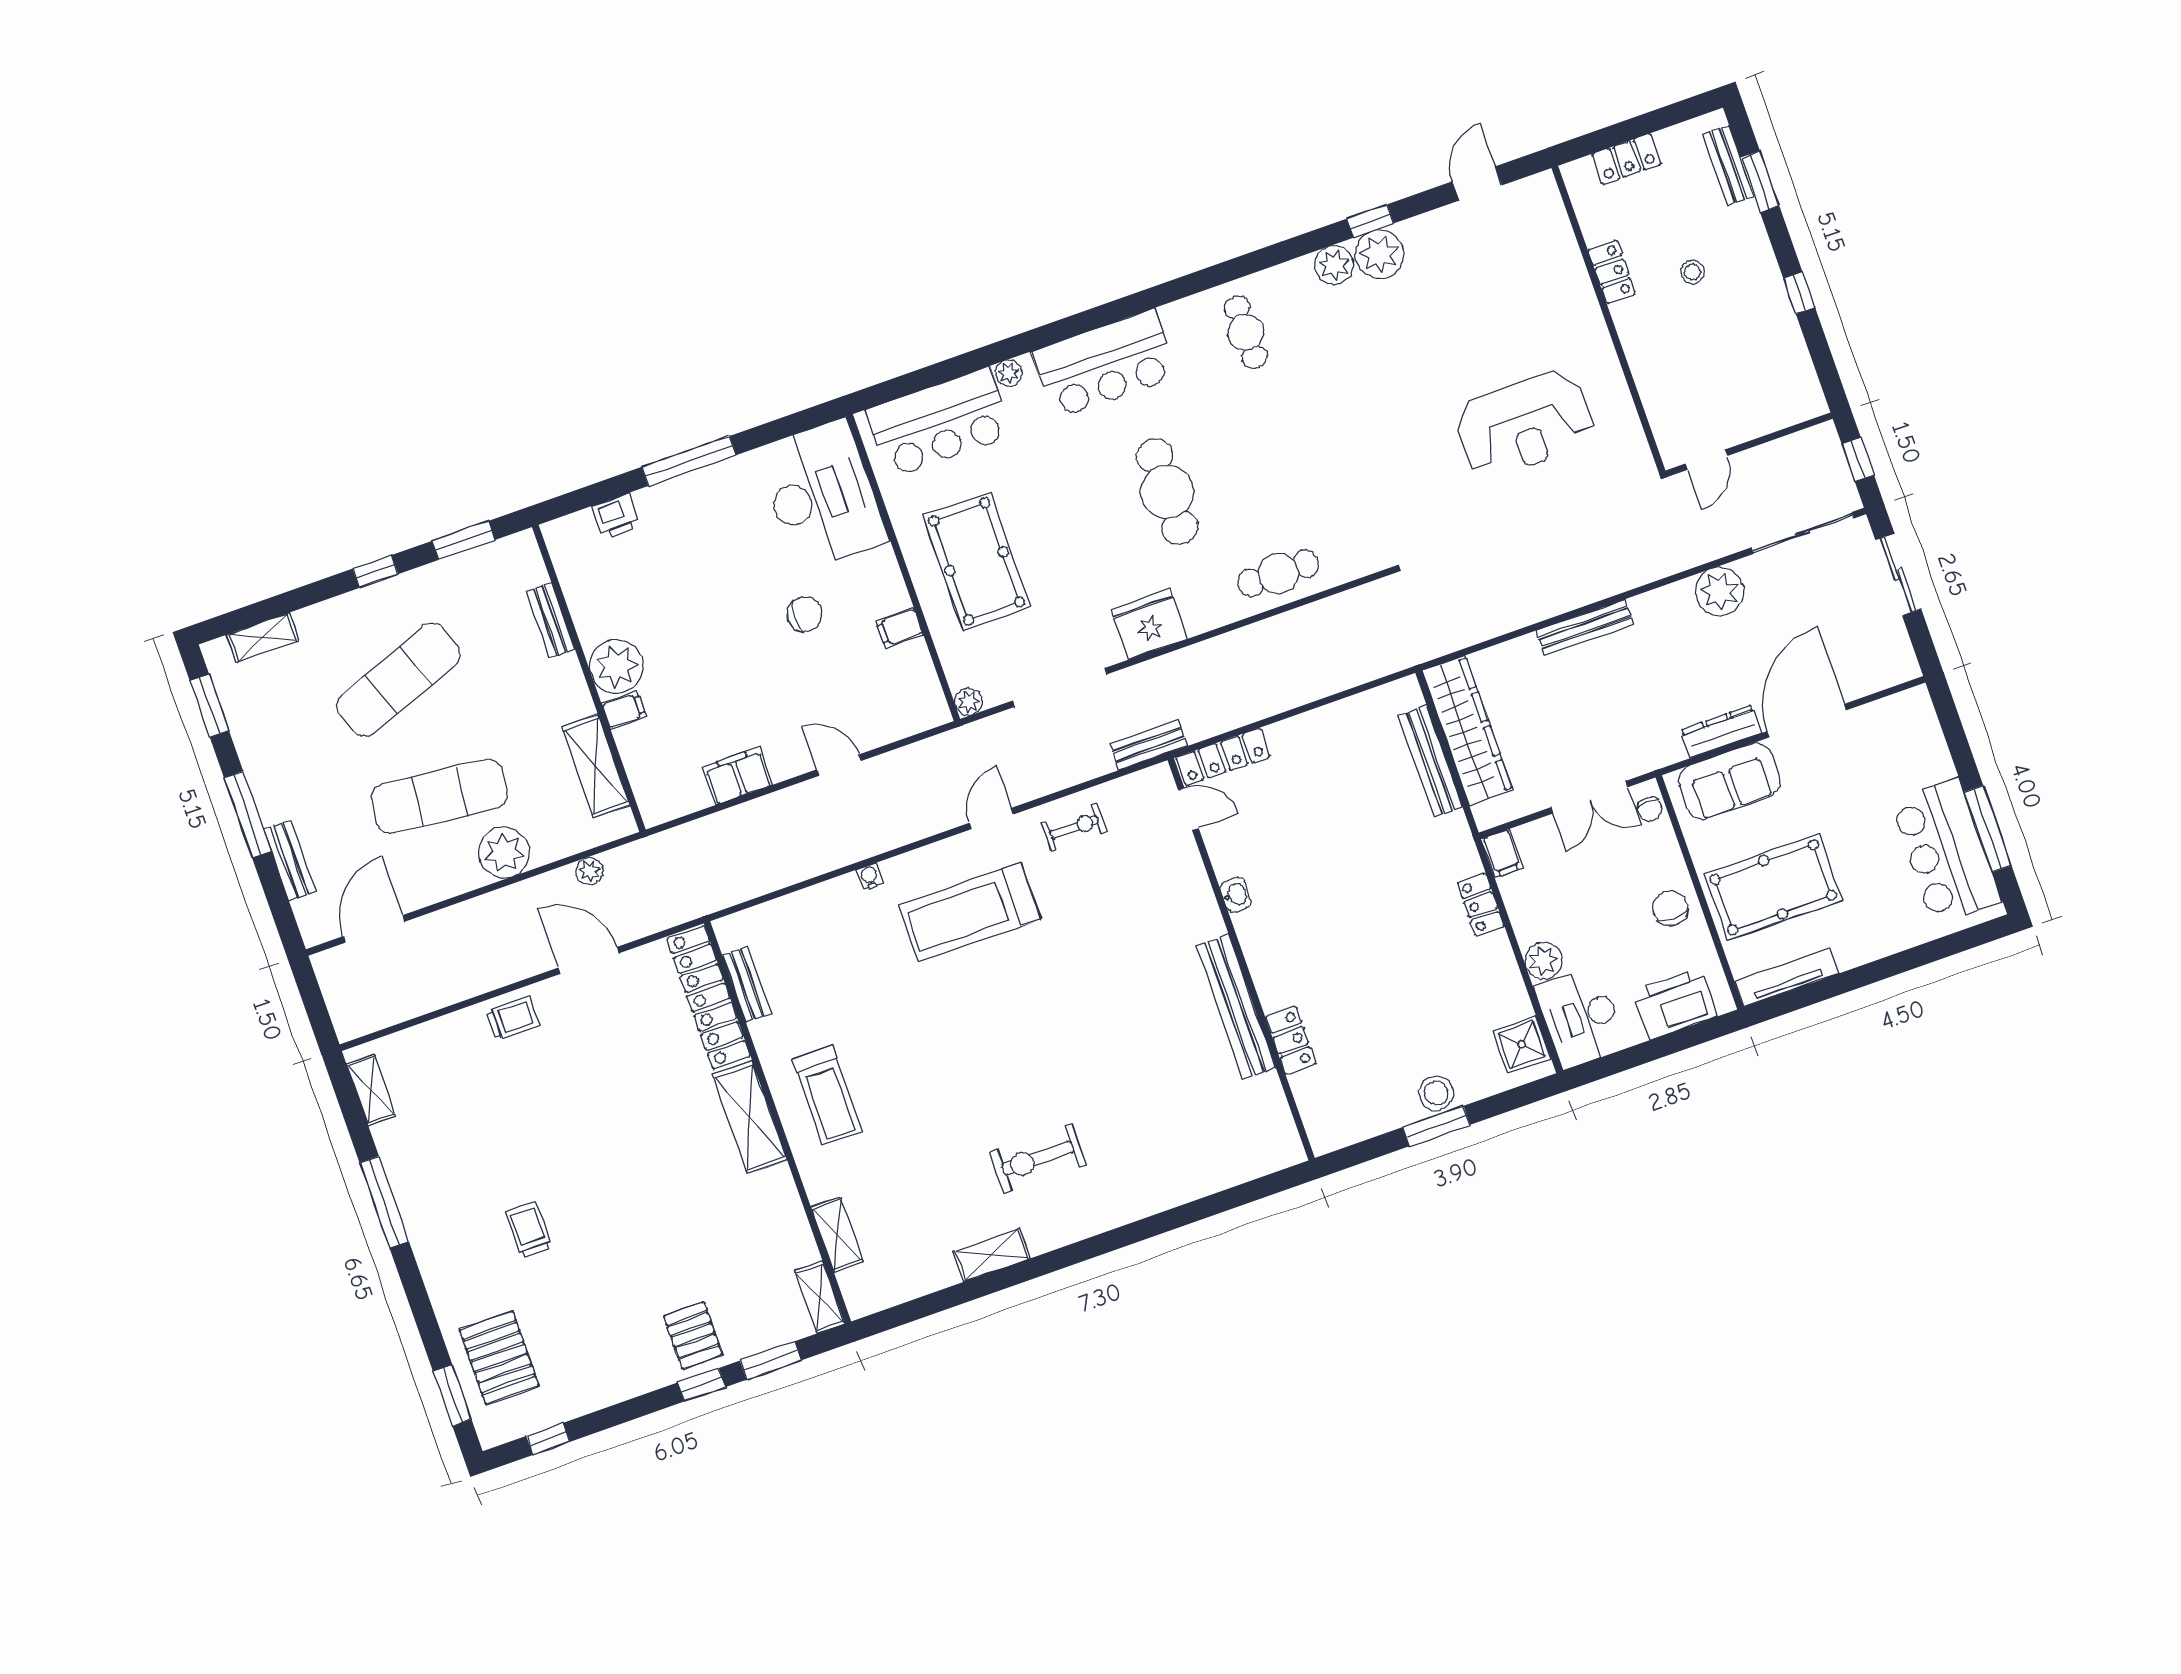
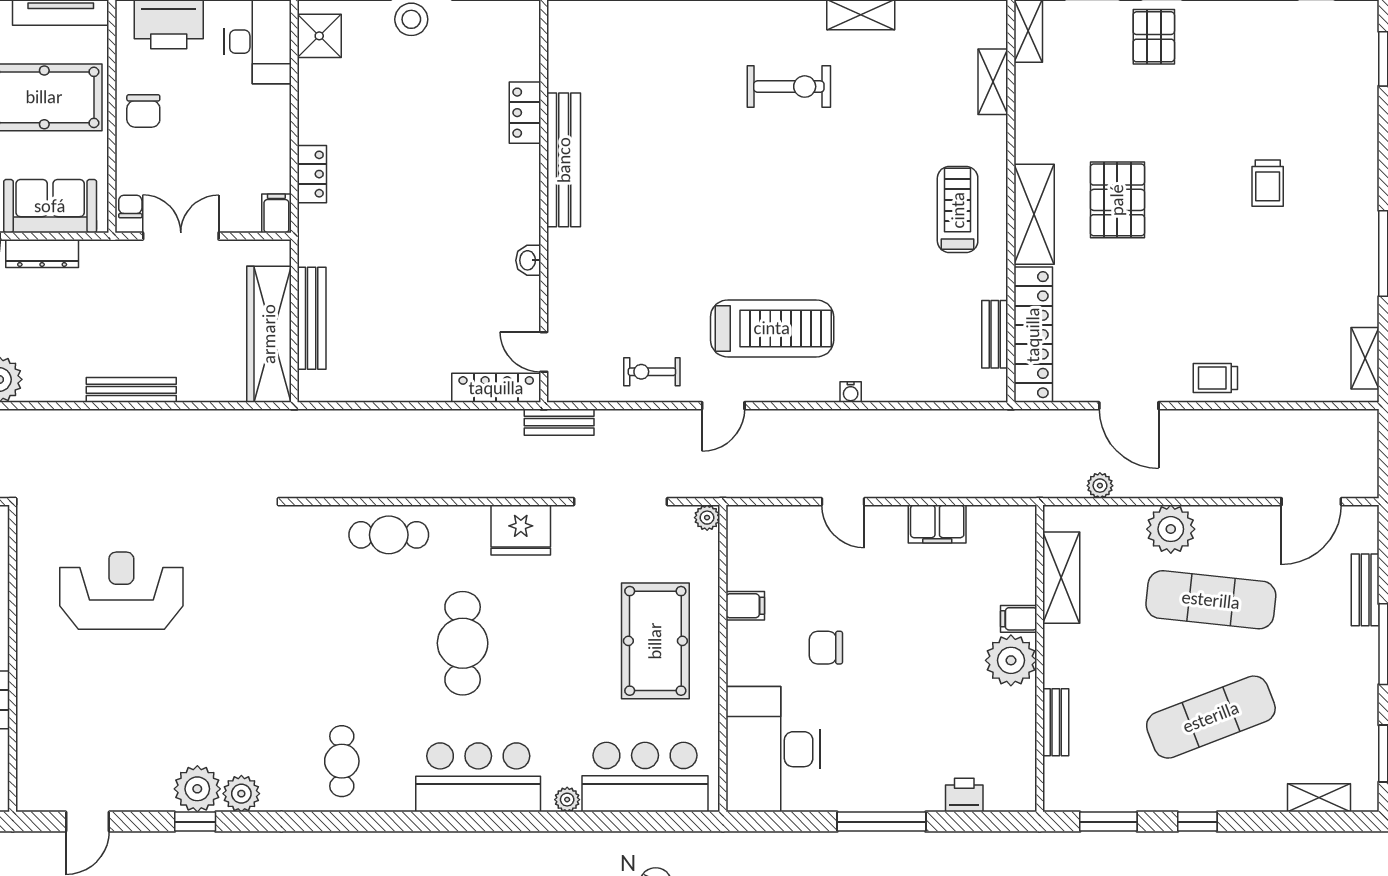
plant: (1543, 961) -> (273, 104), removed
pallet: (499, 1358) -> (1117, 200), moved

